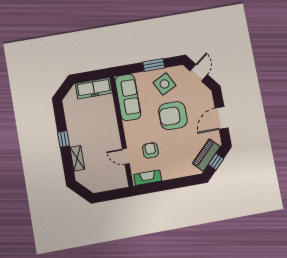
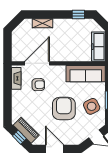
window: (64, 139) -> (78, 15), moved
door: (126, 156) -> (37, 63), width x1.88

